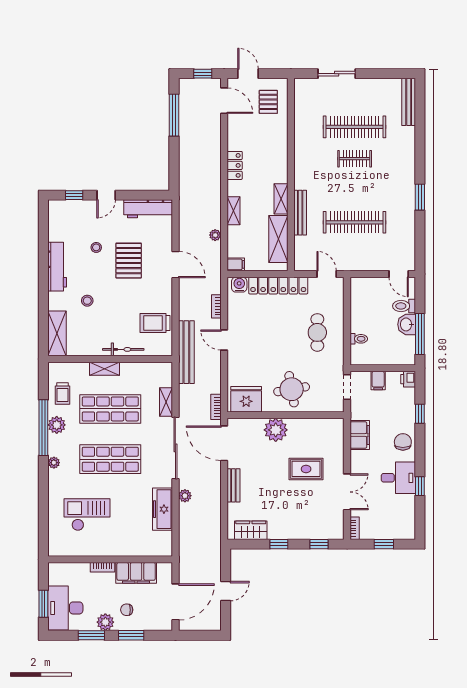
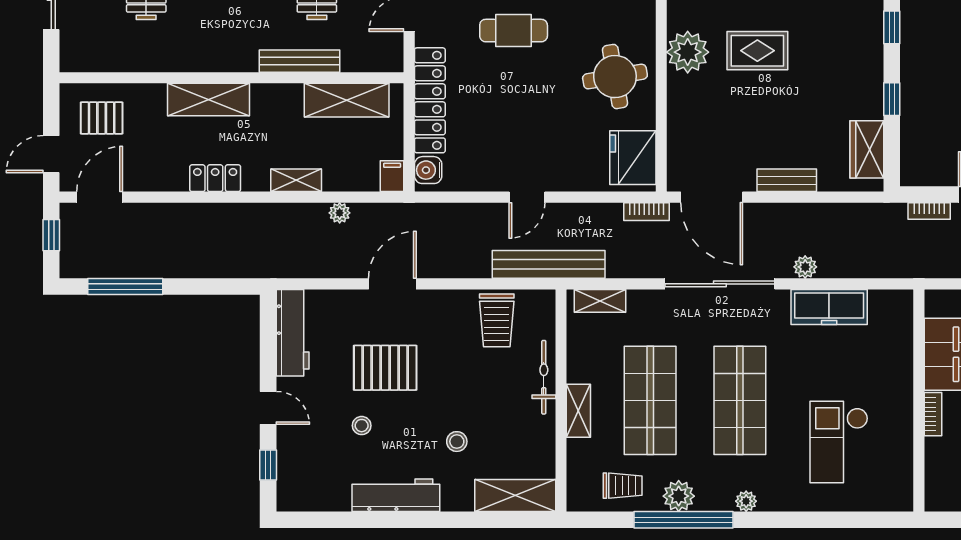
shelving: (281, 199) -> (209, 100), moved, width x1.50, depth x1.33
bookcase: (216, 306) -> (929, 211), moved
shelving: (166, 402) -> (600, 301), moved
plant: (276, 430) -> (688, 52), moved
door: (224, 443) -> (712, 197), hinge flipped
rug: (306, 469) -> (757, 51), turned 90

